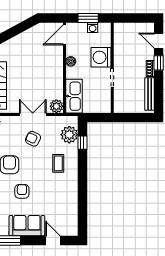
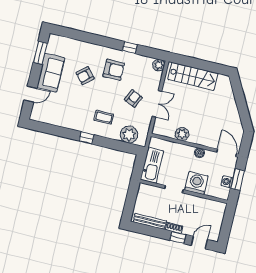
kitchen sink: (74, 96) -> (152, 165), moved, turned -90
plant: (56, 106) -> (182, 134), moved
window: (82, 143) -> (87, 138), moved
armchair: (22, 191) -> (85, 76), turned 139

